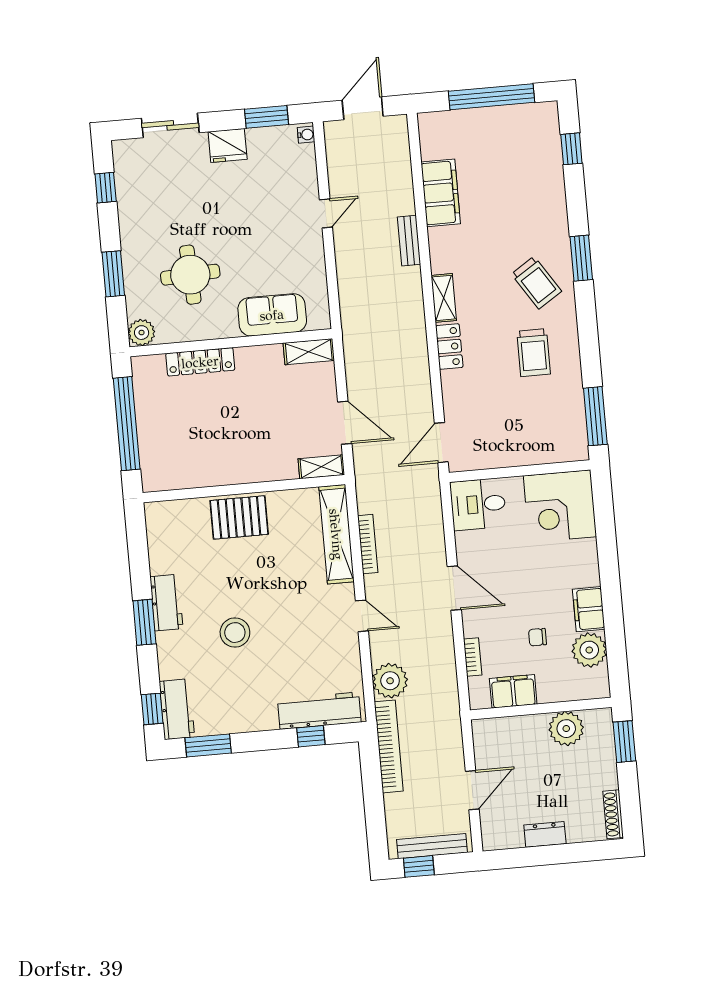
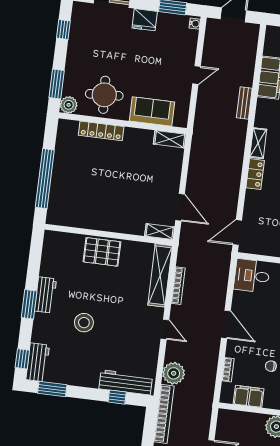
sofa: (272, 315) -> (152, 111), moved
plant: (142, 333) -> (69, 105), moved
wall: (231, 343) -> (123, 123), moved
shelving: (309, 352) -> (170, 139), moved
locker: (200, 362) -> (101, 131), moved

